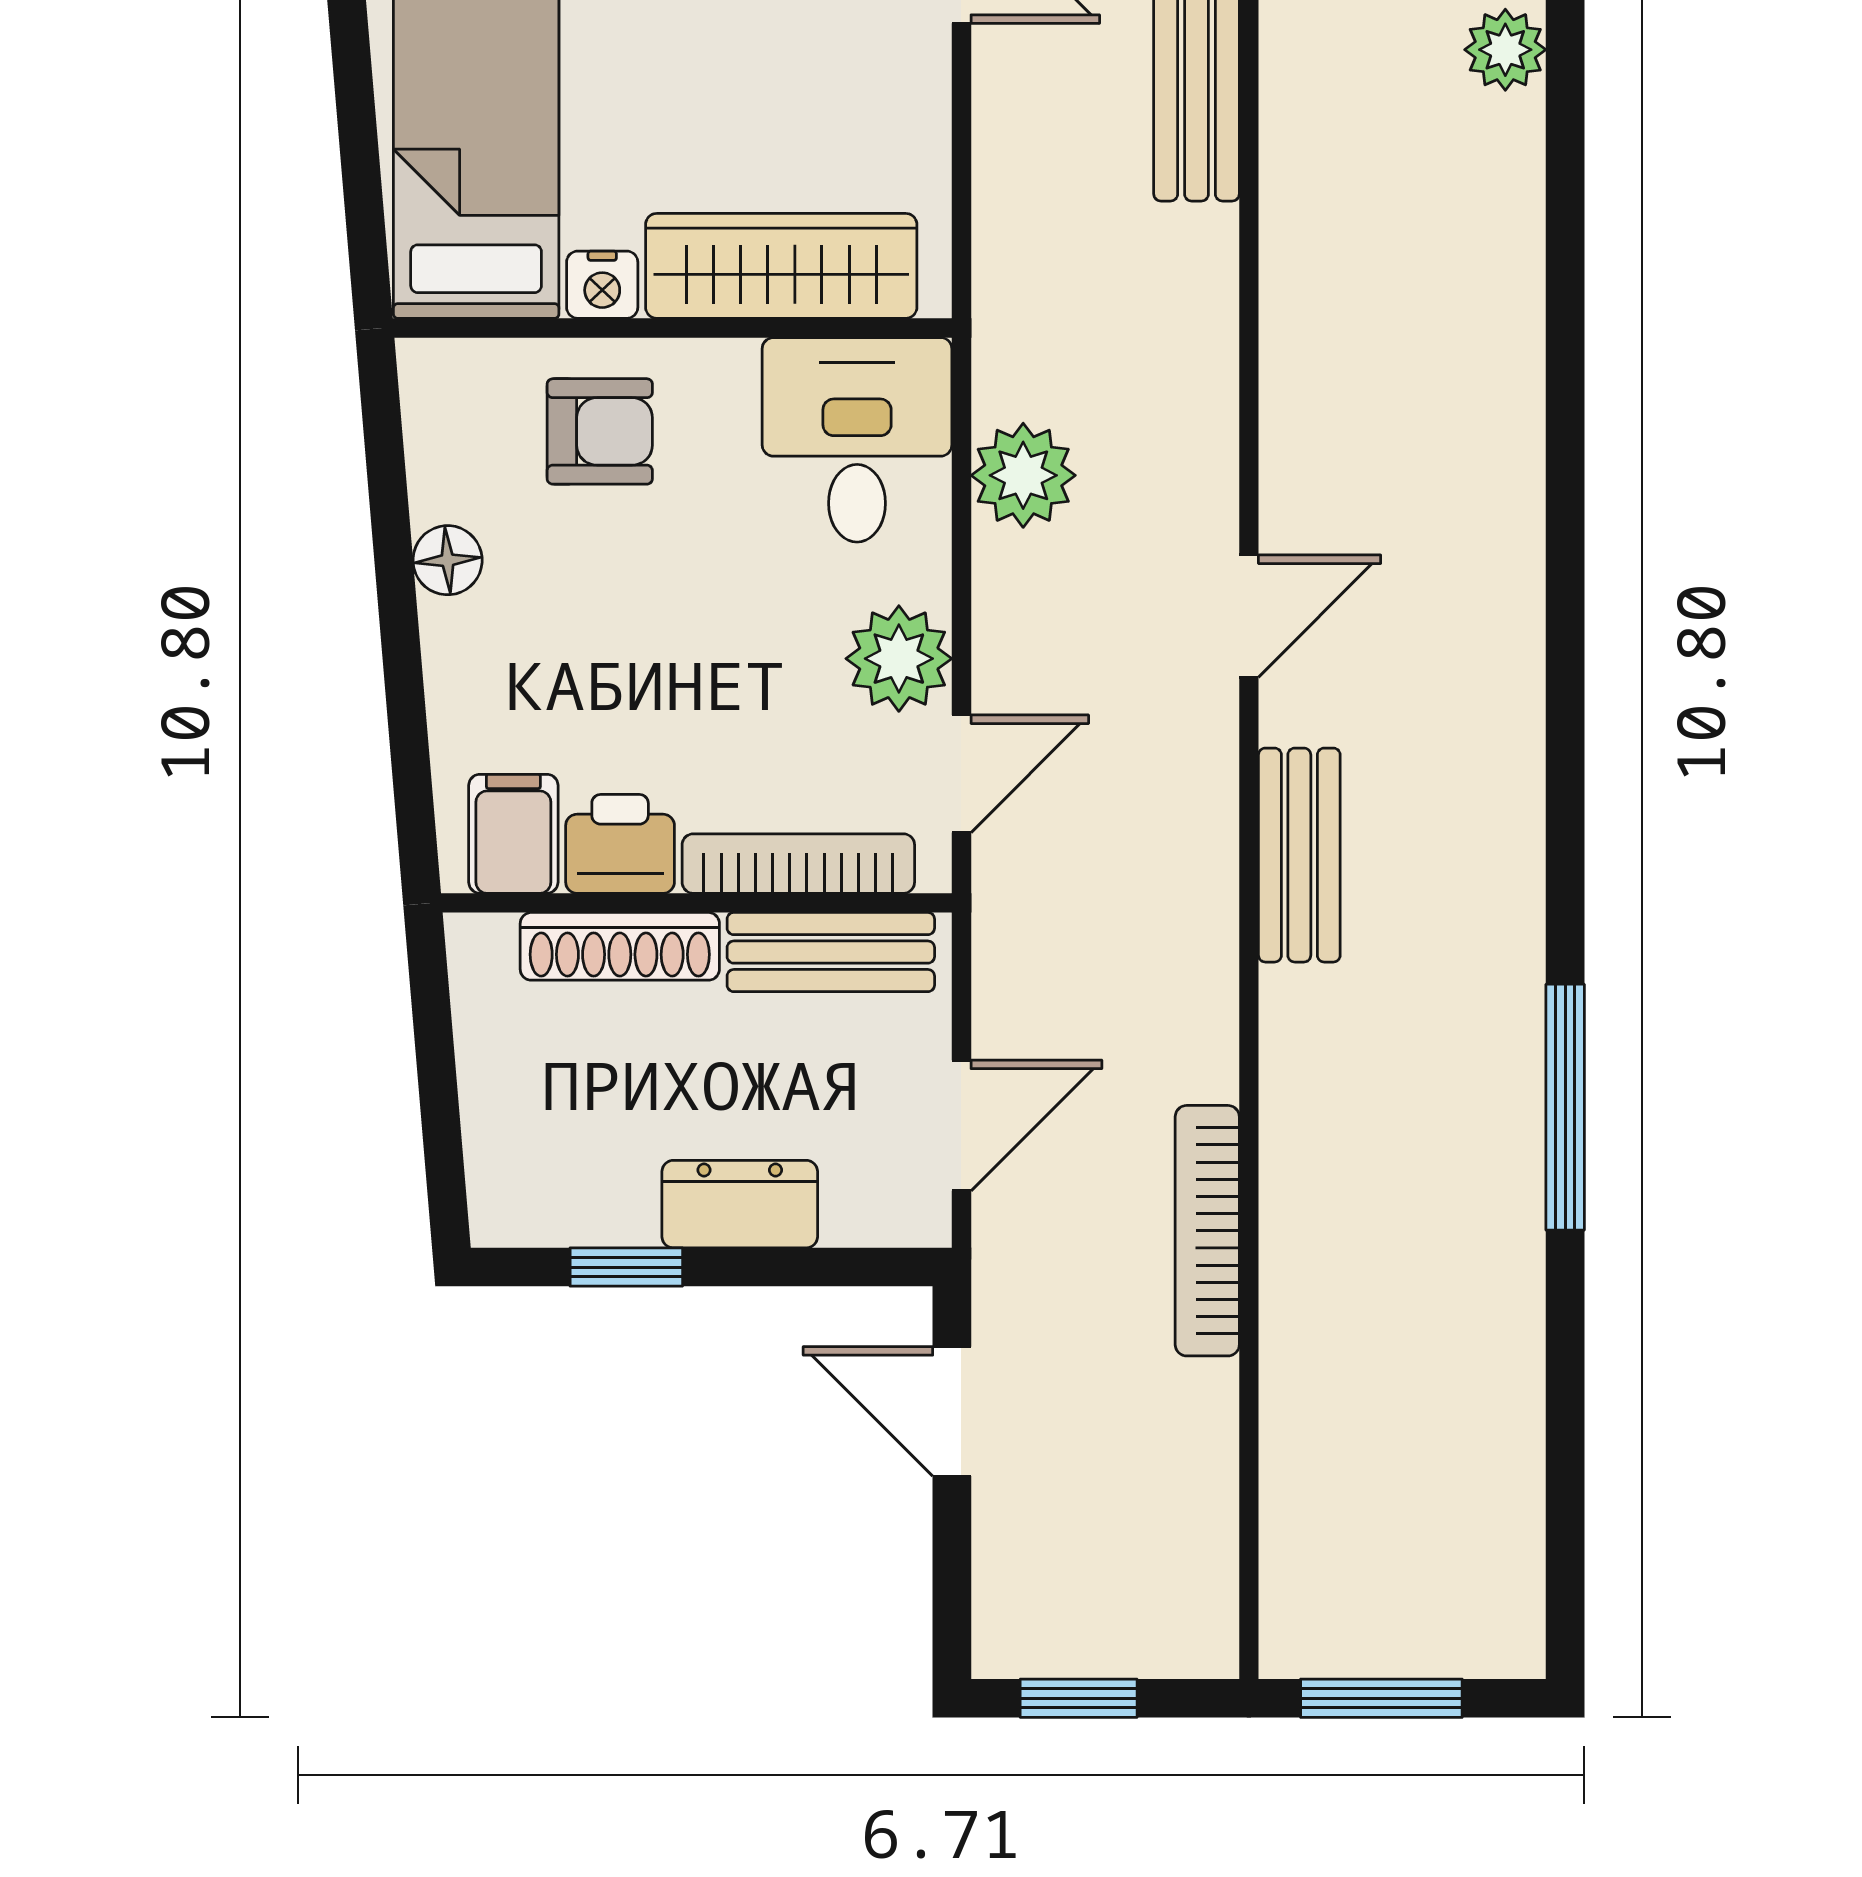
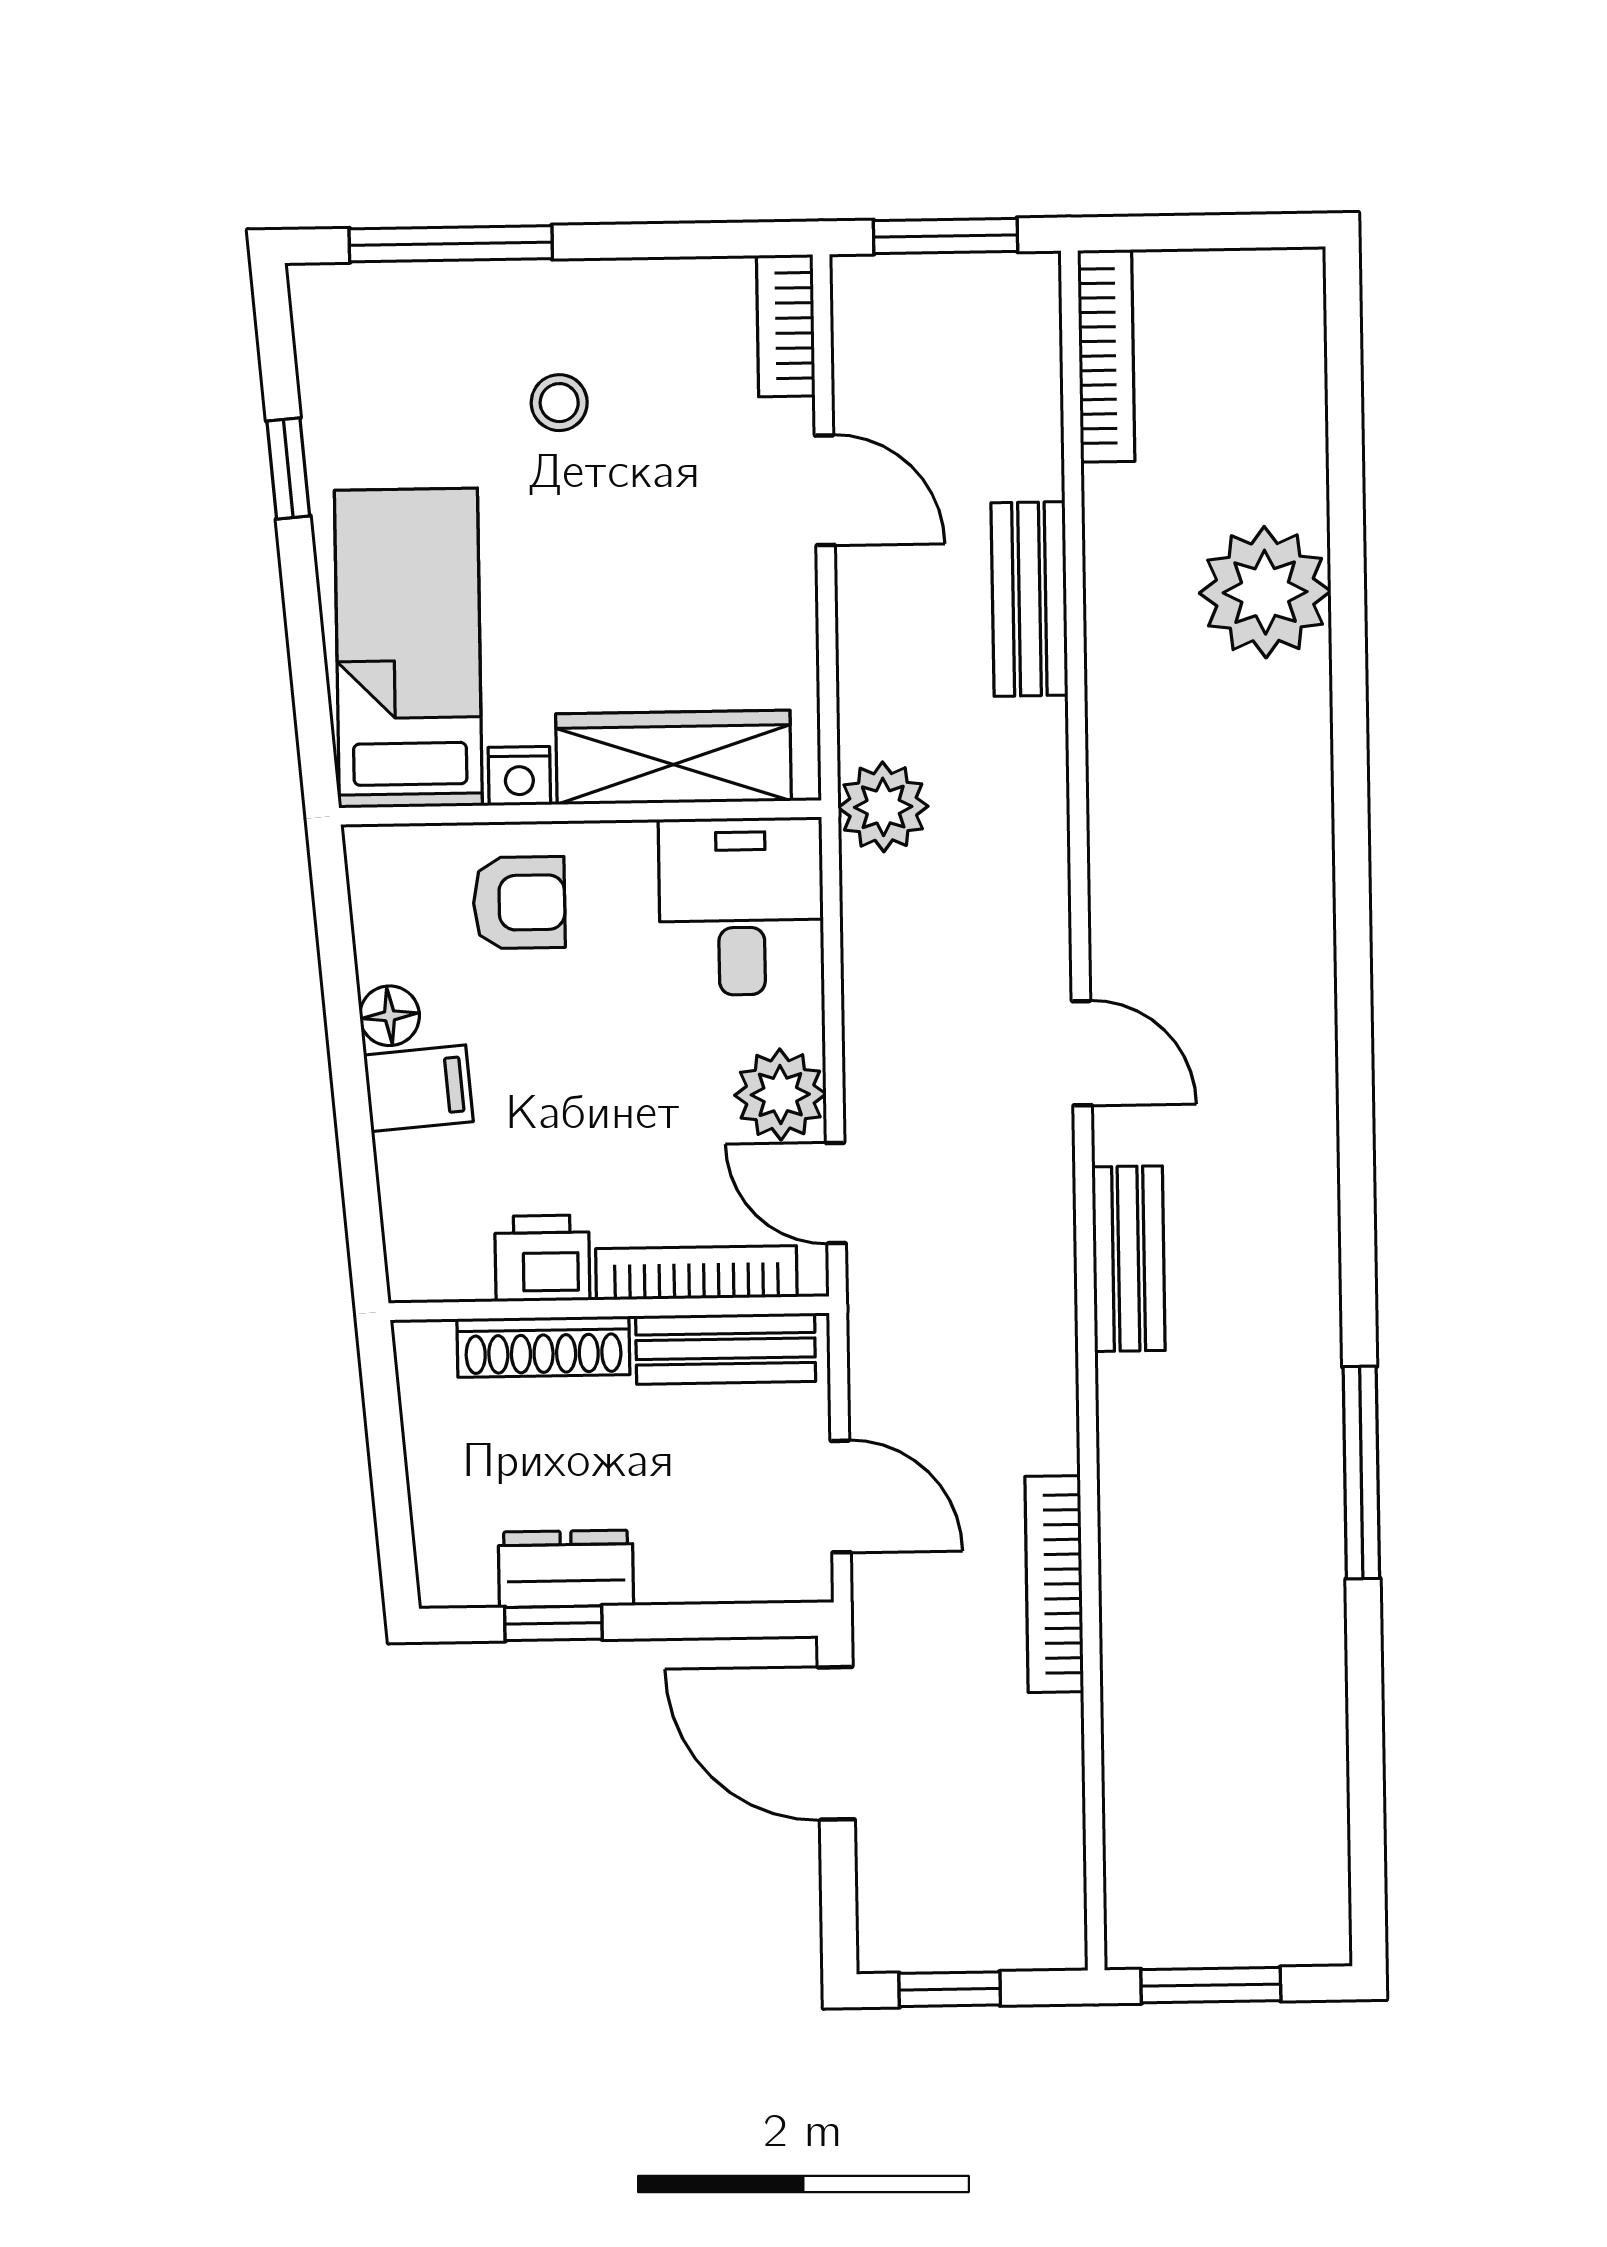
plant: (1505, 50) -> (1265, 592), width x1.88, depth x1.88
plant: (1023, 475) -> (883, 807), moved
door: (1249, 616) -> (1082, 1053), hinge flipped
door: (961, 774) -> (836, 1193), swing flipped
filing cabinet: (513, 834) -> (418, 1088), moved, turned 85
door: (961, 1125) -> (841, 1497), hinge flipped
dresser: (740, 1204) -> (566, 1569), moved
door: (952, 1411) -> (836, 1743), width x1.38

